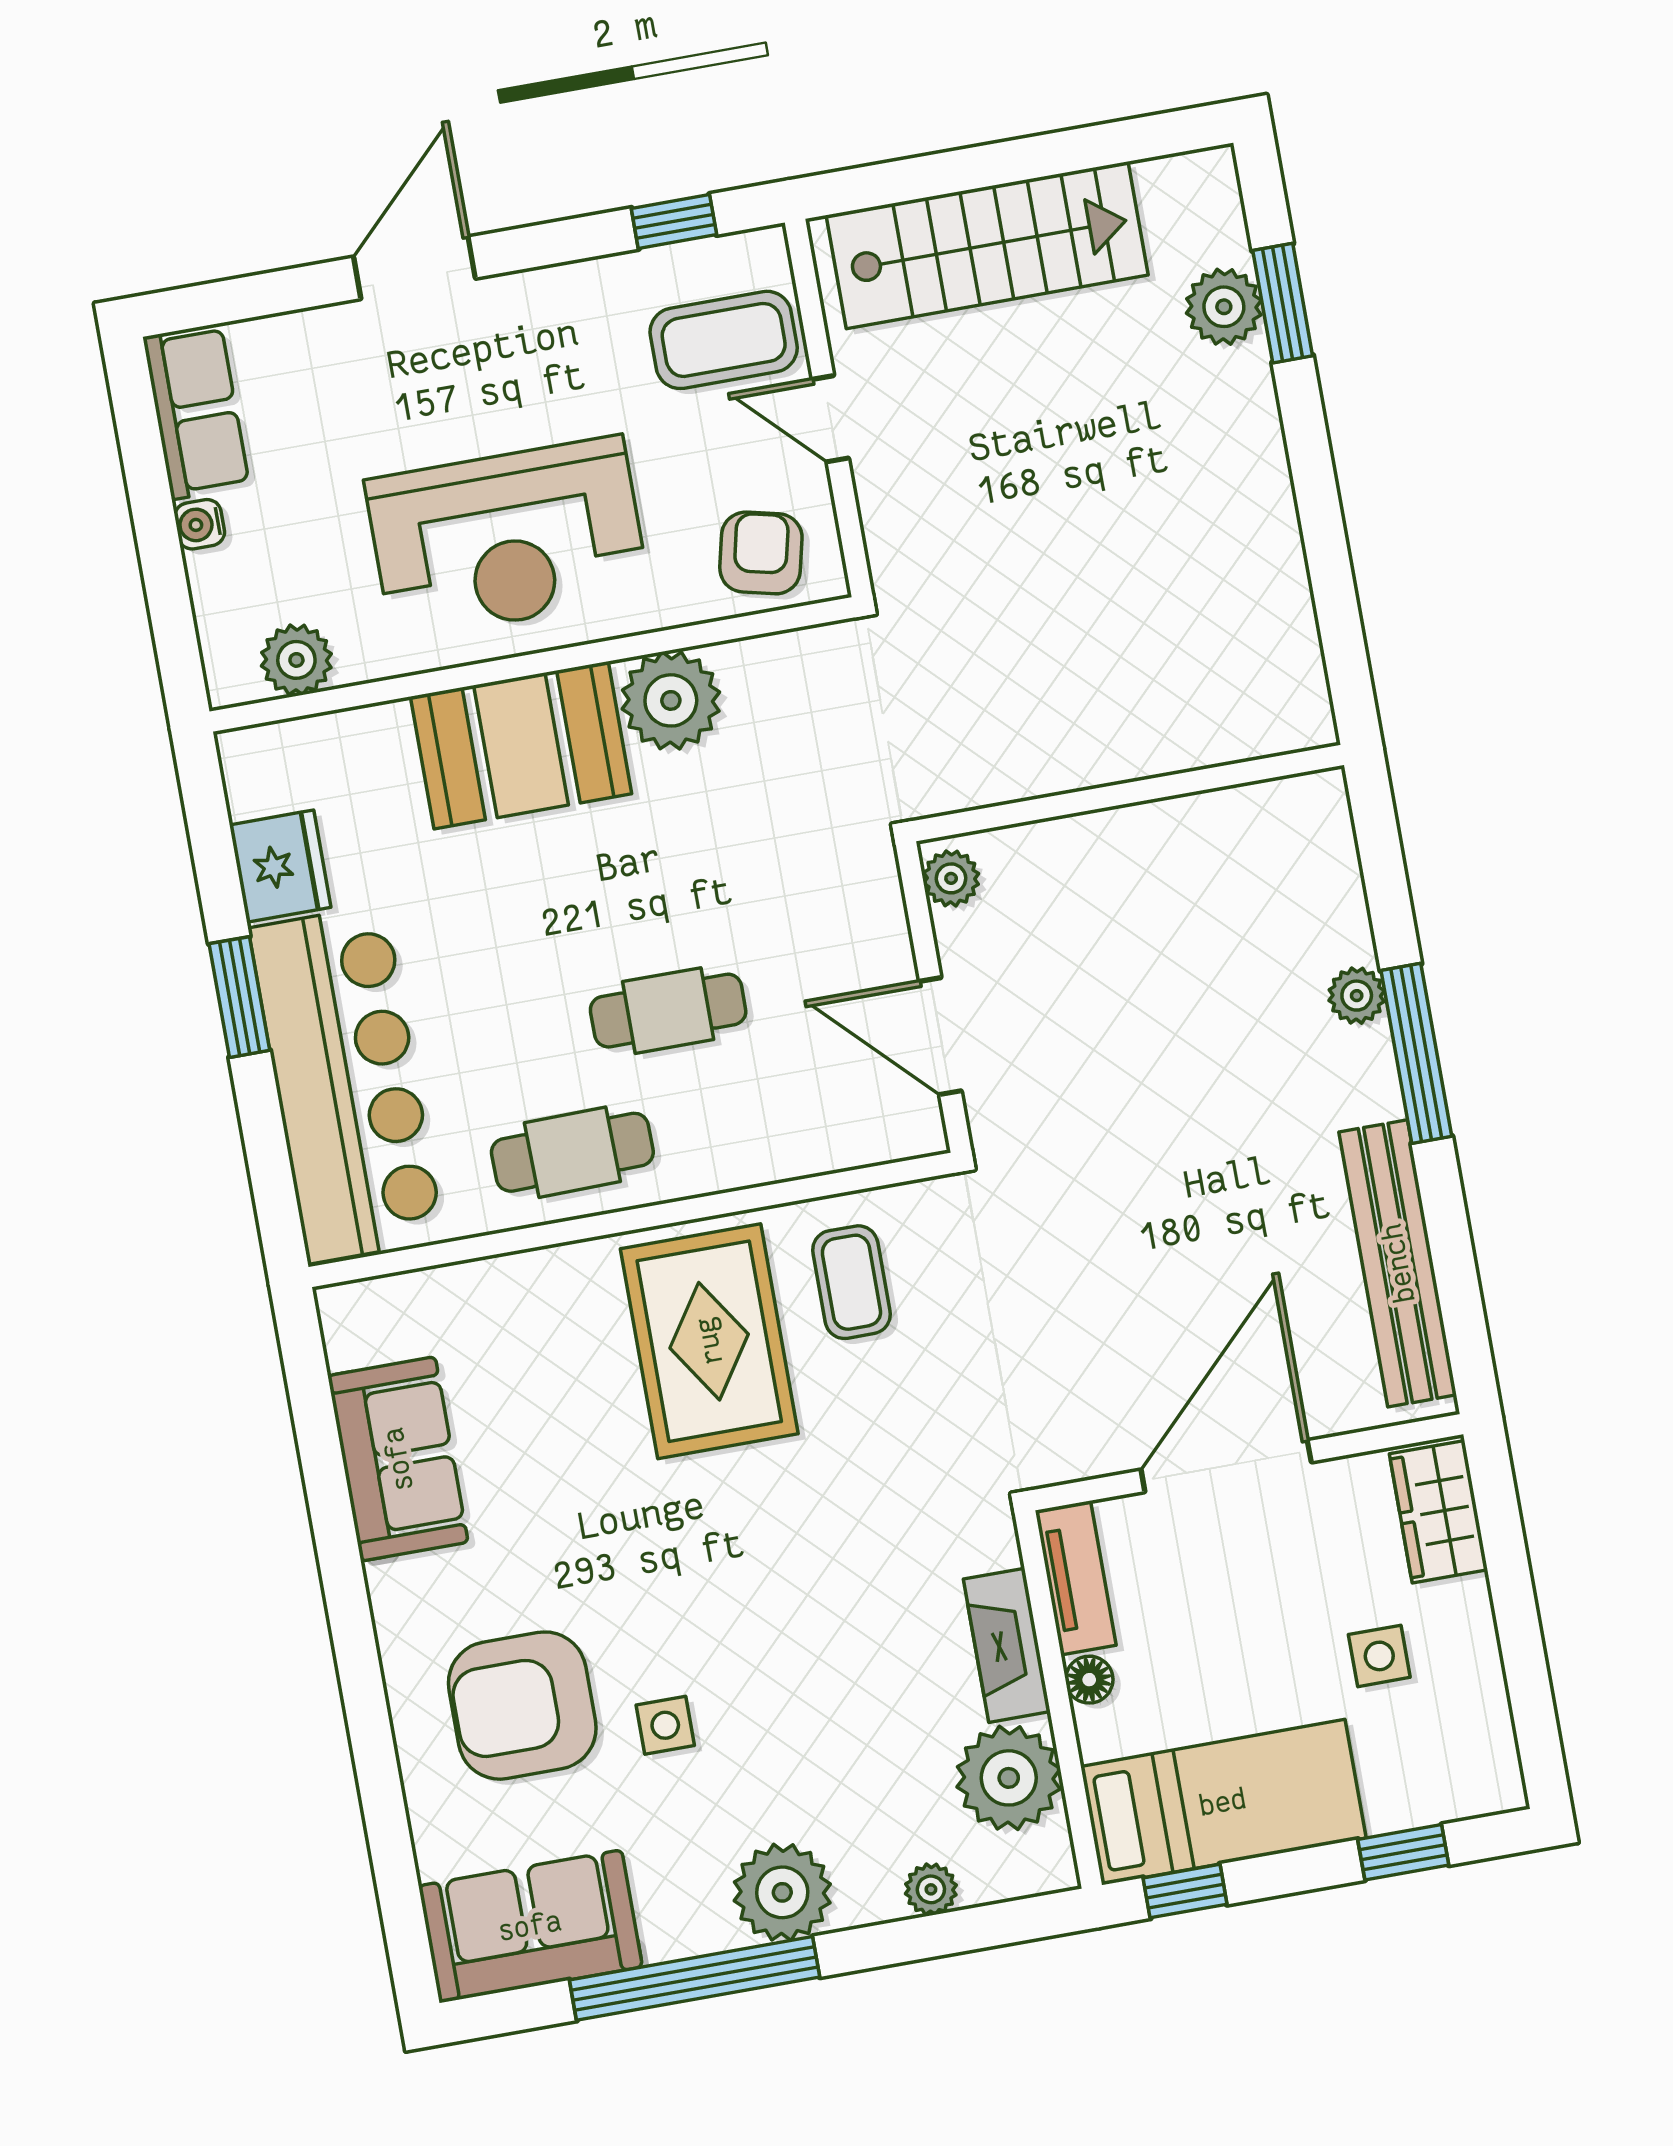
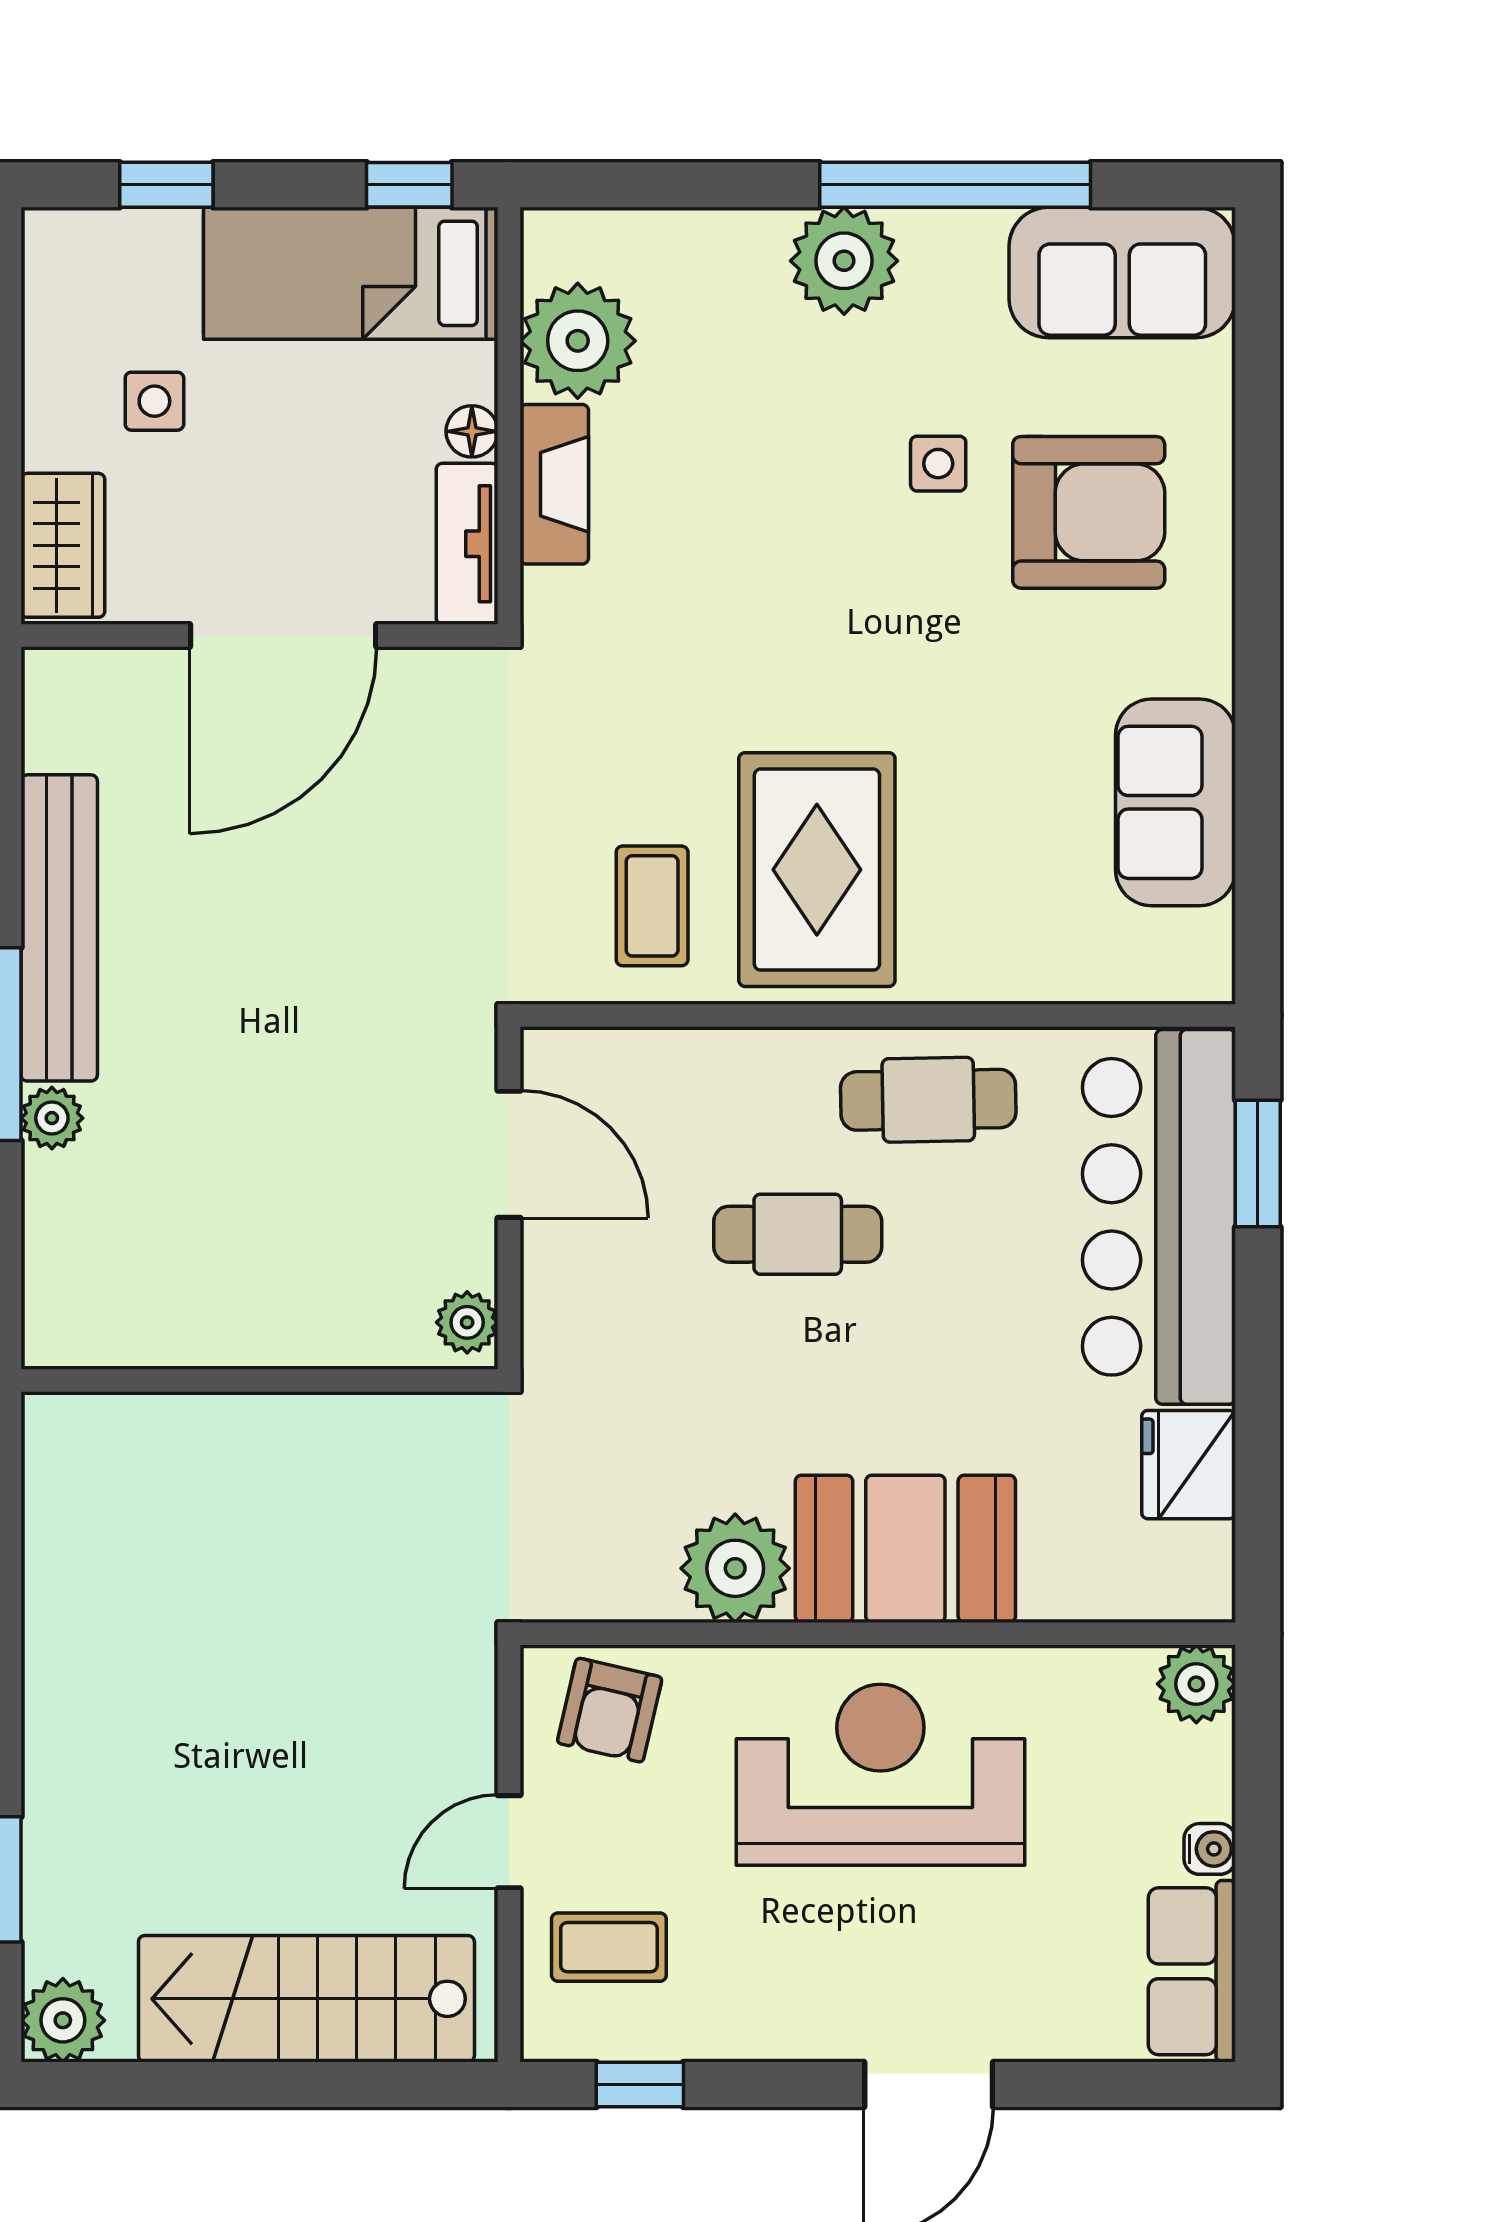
plant: (1224, 307) -> (63, 2020), moved
coffee table: (724, 340) -> (609, 1947), width x0.73, depth x0.77
door: (830, 419) -> (509, 1842), swing flipped
plant: (296, 660) -> (1196, 1684), moved
window: (239, 997) -> (1258, 1164), moved
bench: (1398, 1263) -> (59, 928), moved
plant: (931, 1889) -> (683, 235), removed

